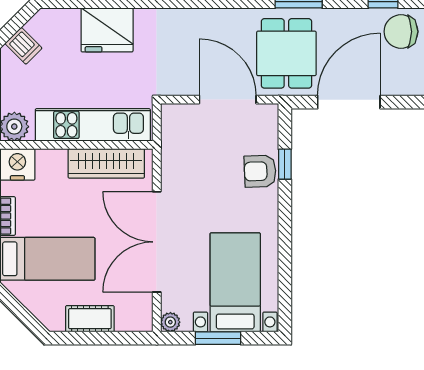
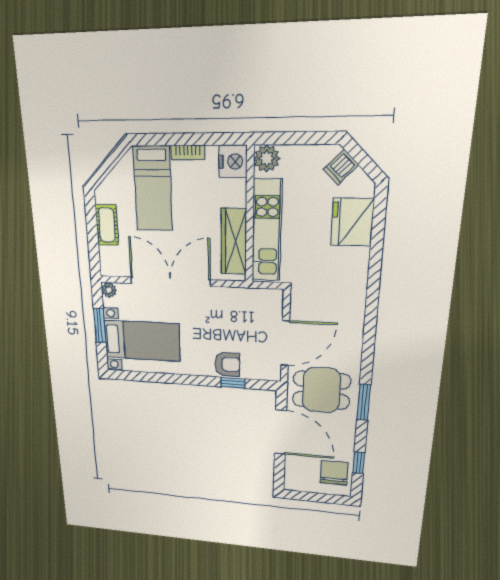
fridge: (107, 30) -> (352, 222), moved
armchair: (260, 171) -> (227, 364), turned 92

